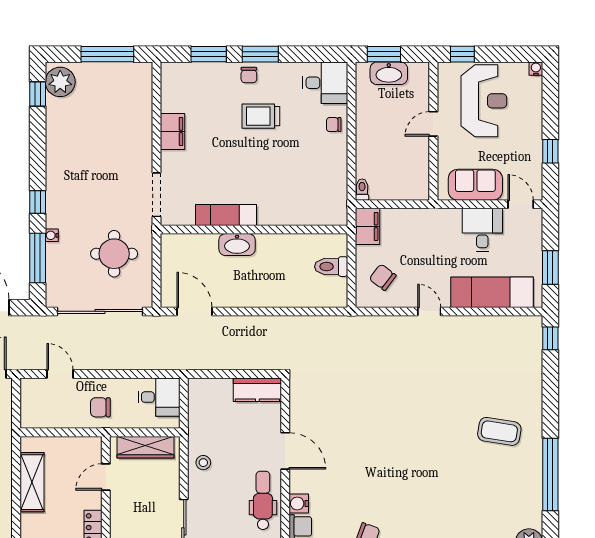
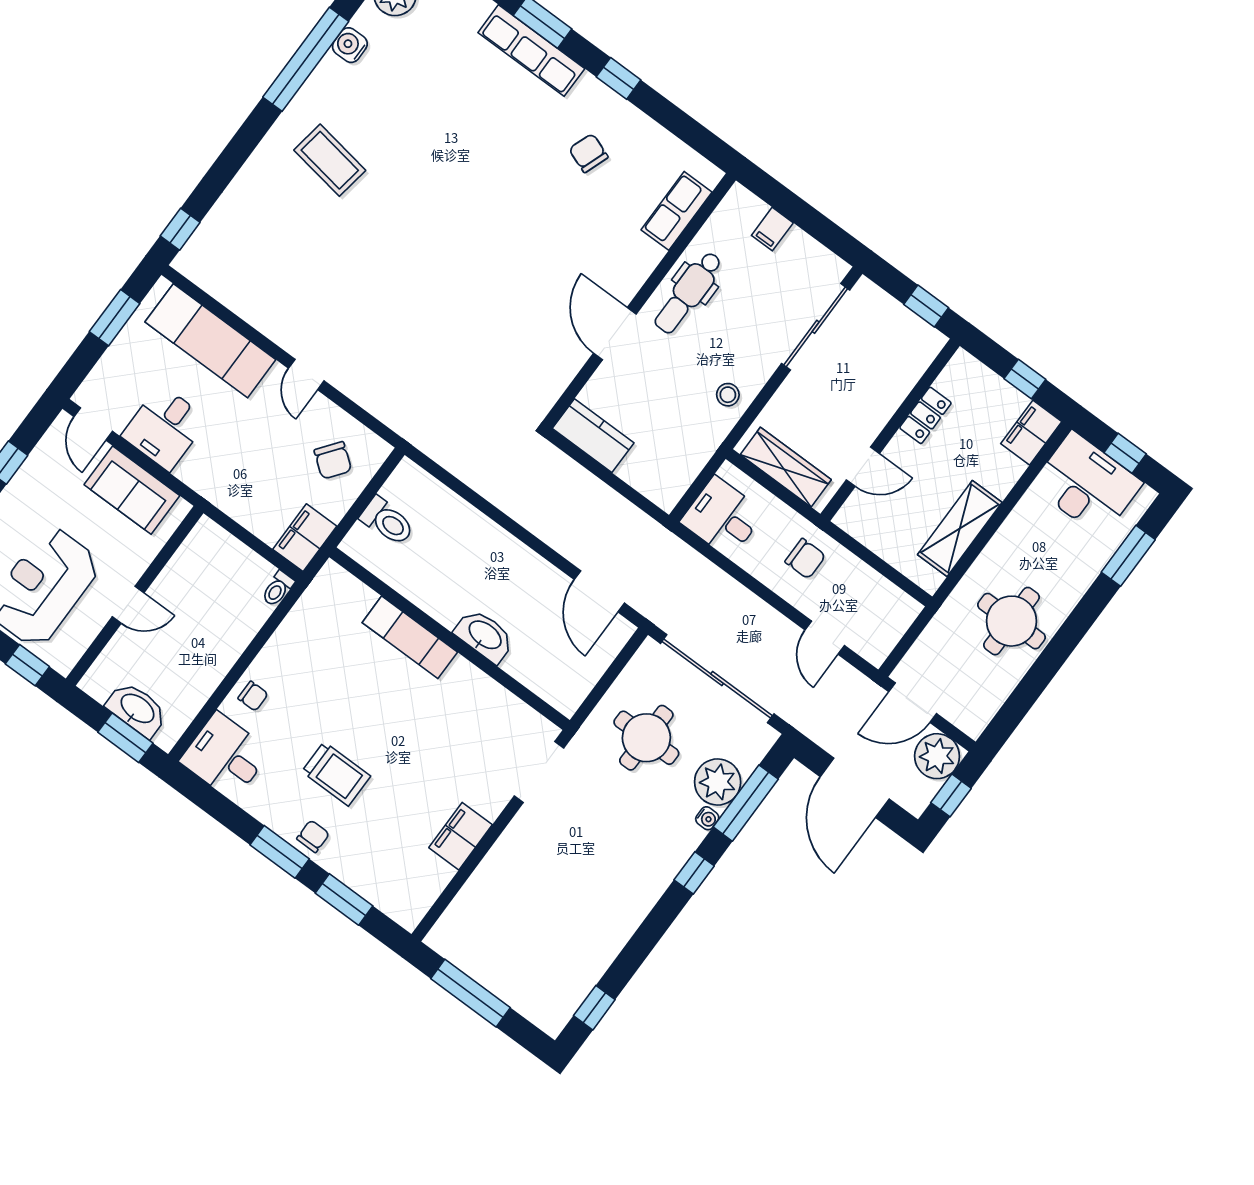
plant: (60, 82) -> (718, 782), moved
exam couch: (226, 215) -> (410, 637), moved
water cooler: (299, 504) -> (350, 45), moved, turned 180

